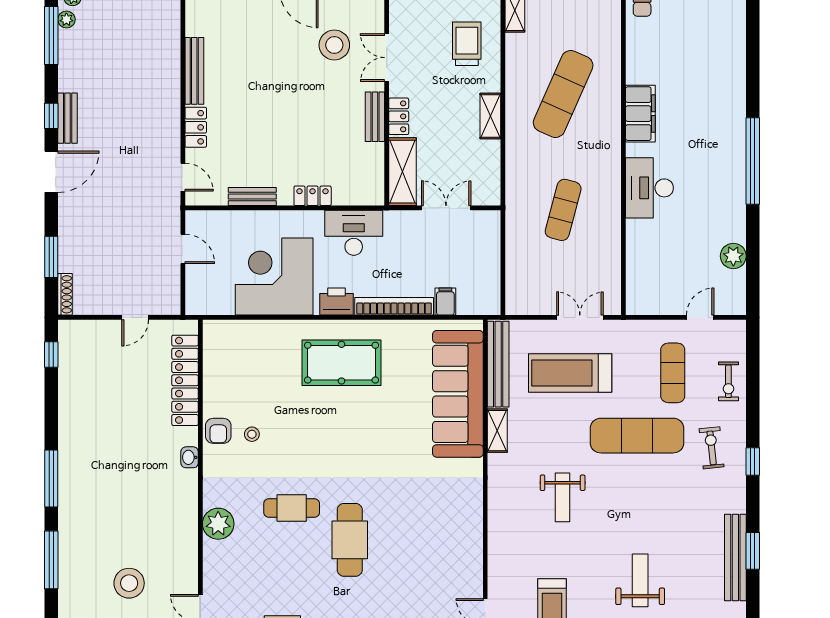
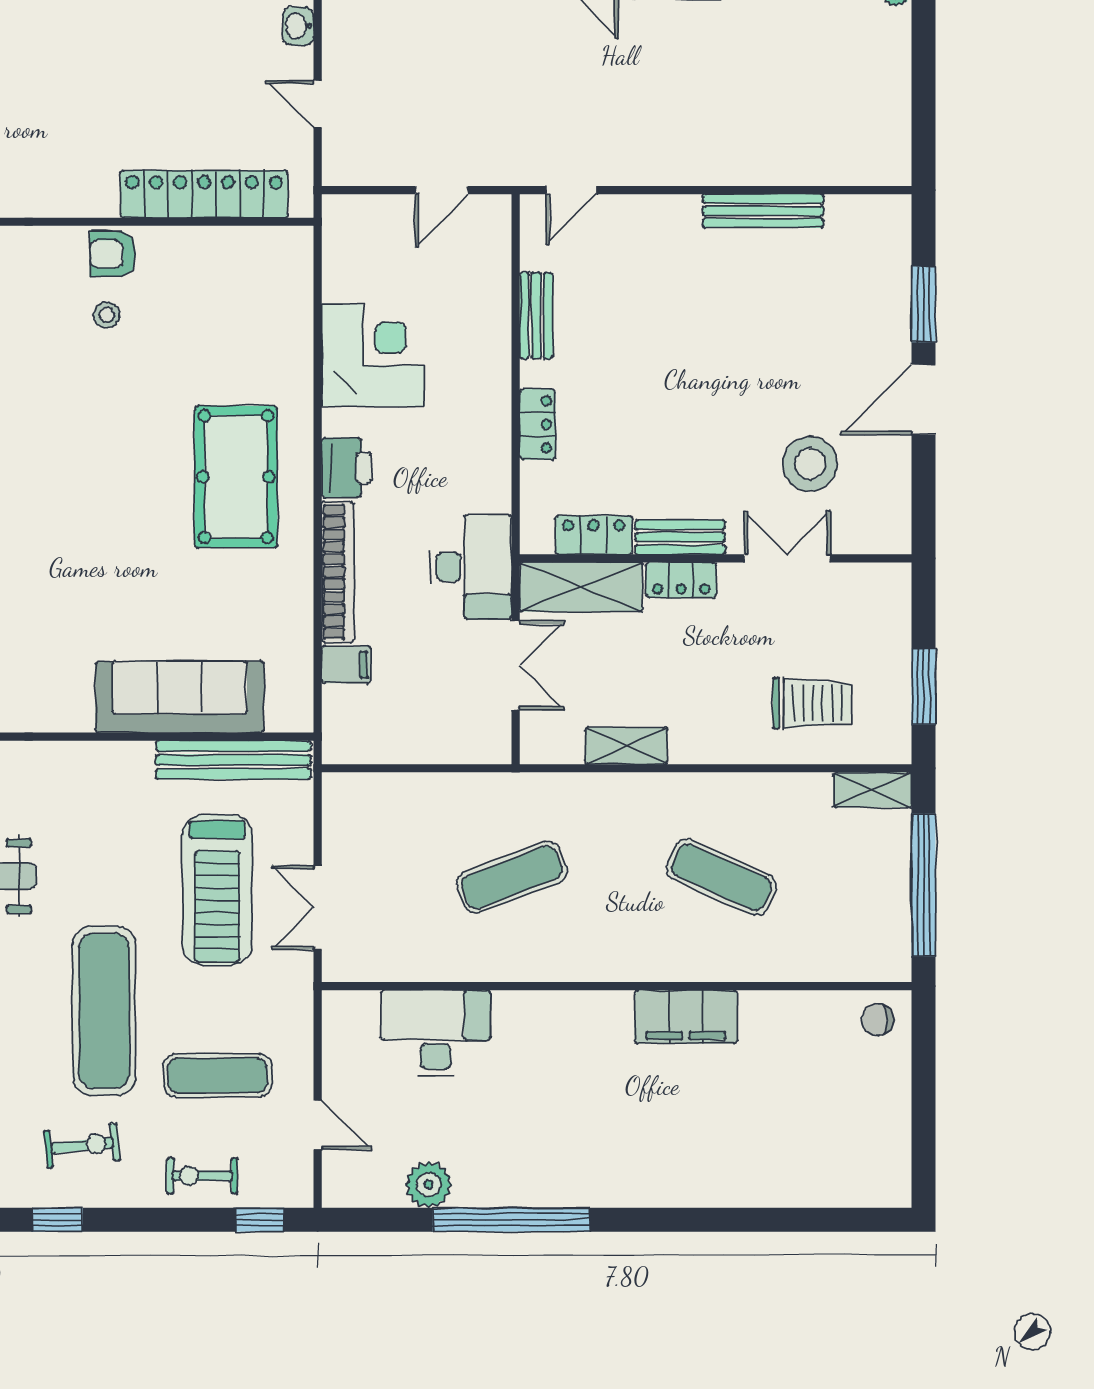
exercise mat: (563, 94) -> (721, 877), width x0.73, depth x0.69
shelving: (490, 116) -> (626, 746), moved
locker: (196, 127) -> (594, 535), moved, turned 180
window: (753, 161) -> (511, 1220), moved
desk: (649, 188) -> (436, 1033), moved
exercise mat: (563, 210) -> (512, 877), turned -36
desk: (354, 233) -> (471, 567), moved
corner desk: (274, 277) -> (373, 355), width x0.74, depth x0.74
double door: (580, 317) -> (318, 908), swing flipped
window: (753, 350) -> (260, 1220), added
treadmill: (570, 373) -> (217, 890), turned 180
sofa: (458, 394) -> (180, 697), width x0.74, depth x0.79
shelving: (497, 431) -> (113, 758), removed
washbasin: (190, 457) -> (298, 26), moved, turned -90

